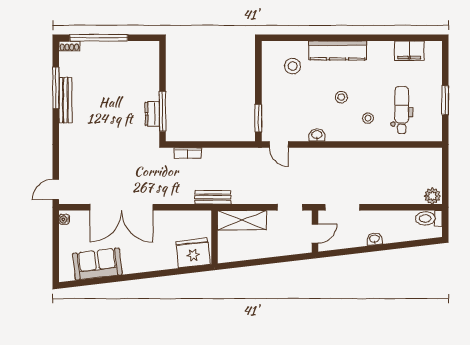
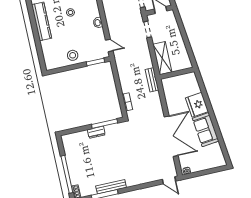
stool: (293, 66) -> (73, 55), moved
dresser: (152, 114) -> (96, 132), moved
door: (279, 144) -> (109, 45), hinge flipped
fridge: (193, 253) -> (197, 105), moved
sofa: (97, 264) -> (206, 130), moved

